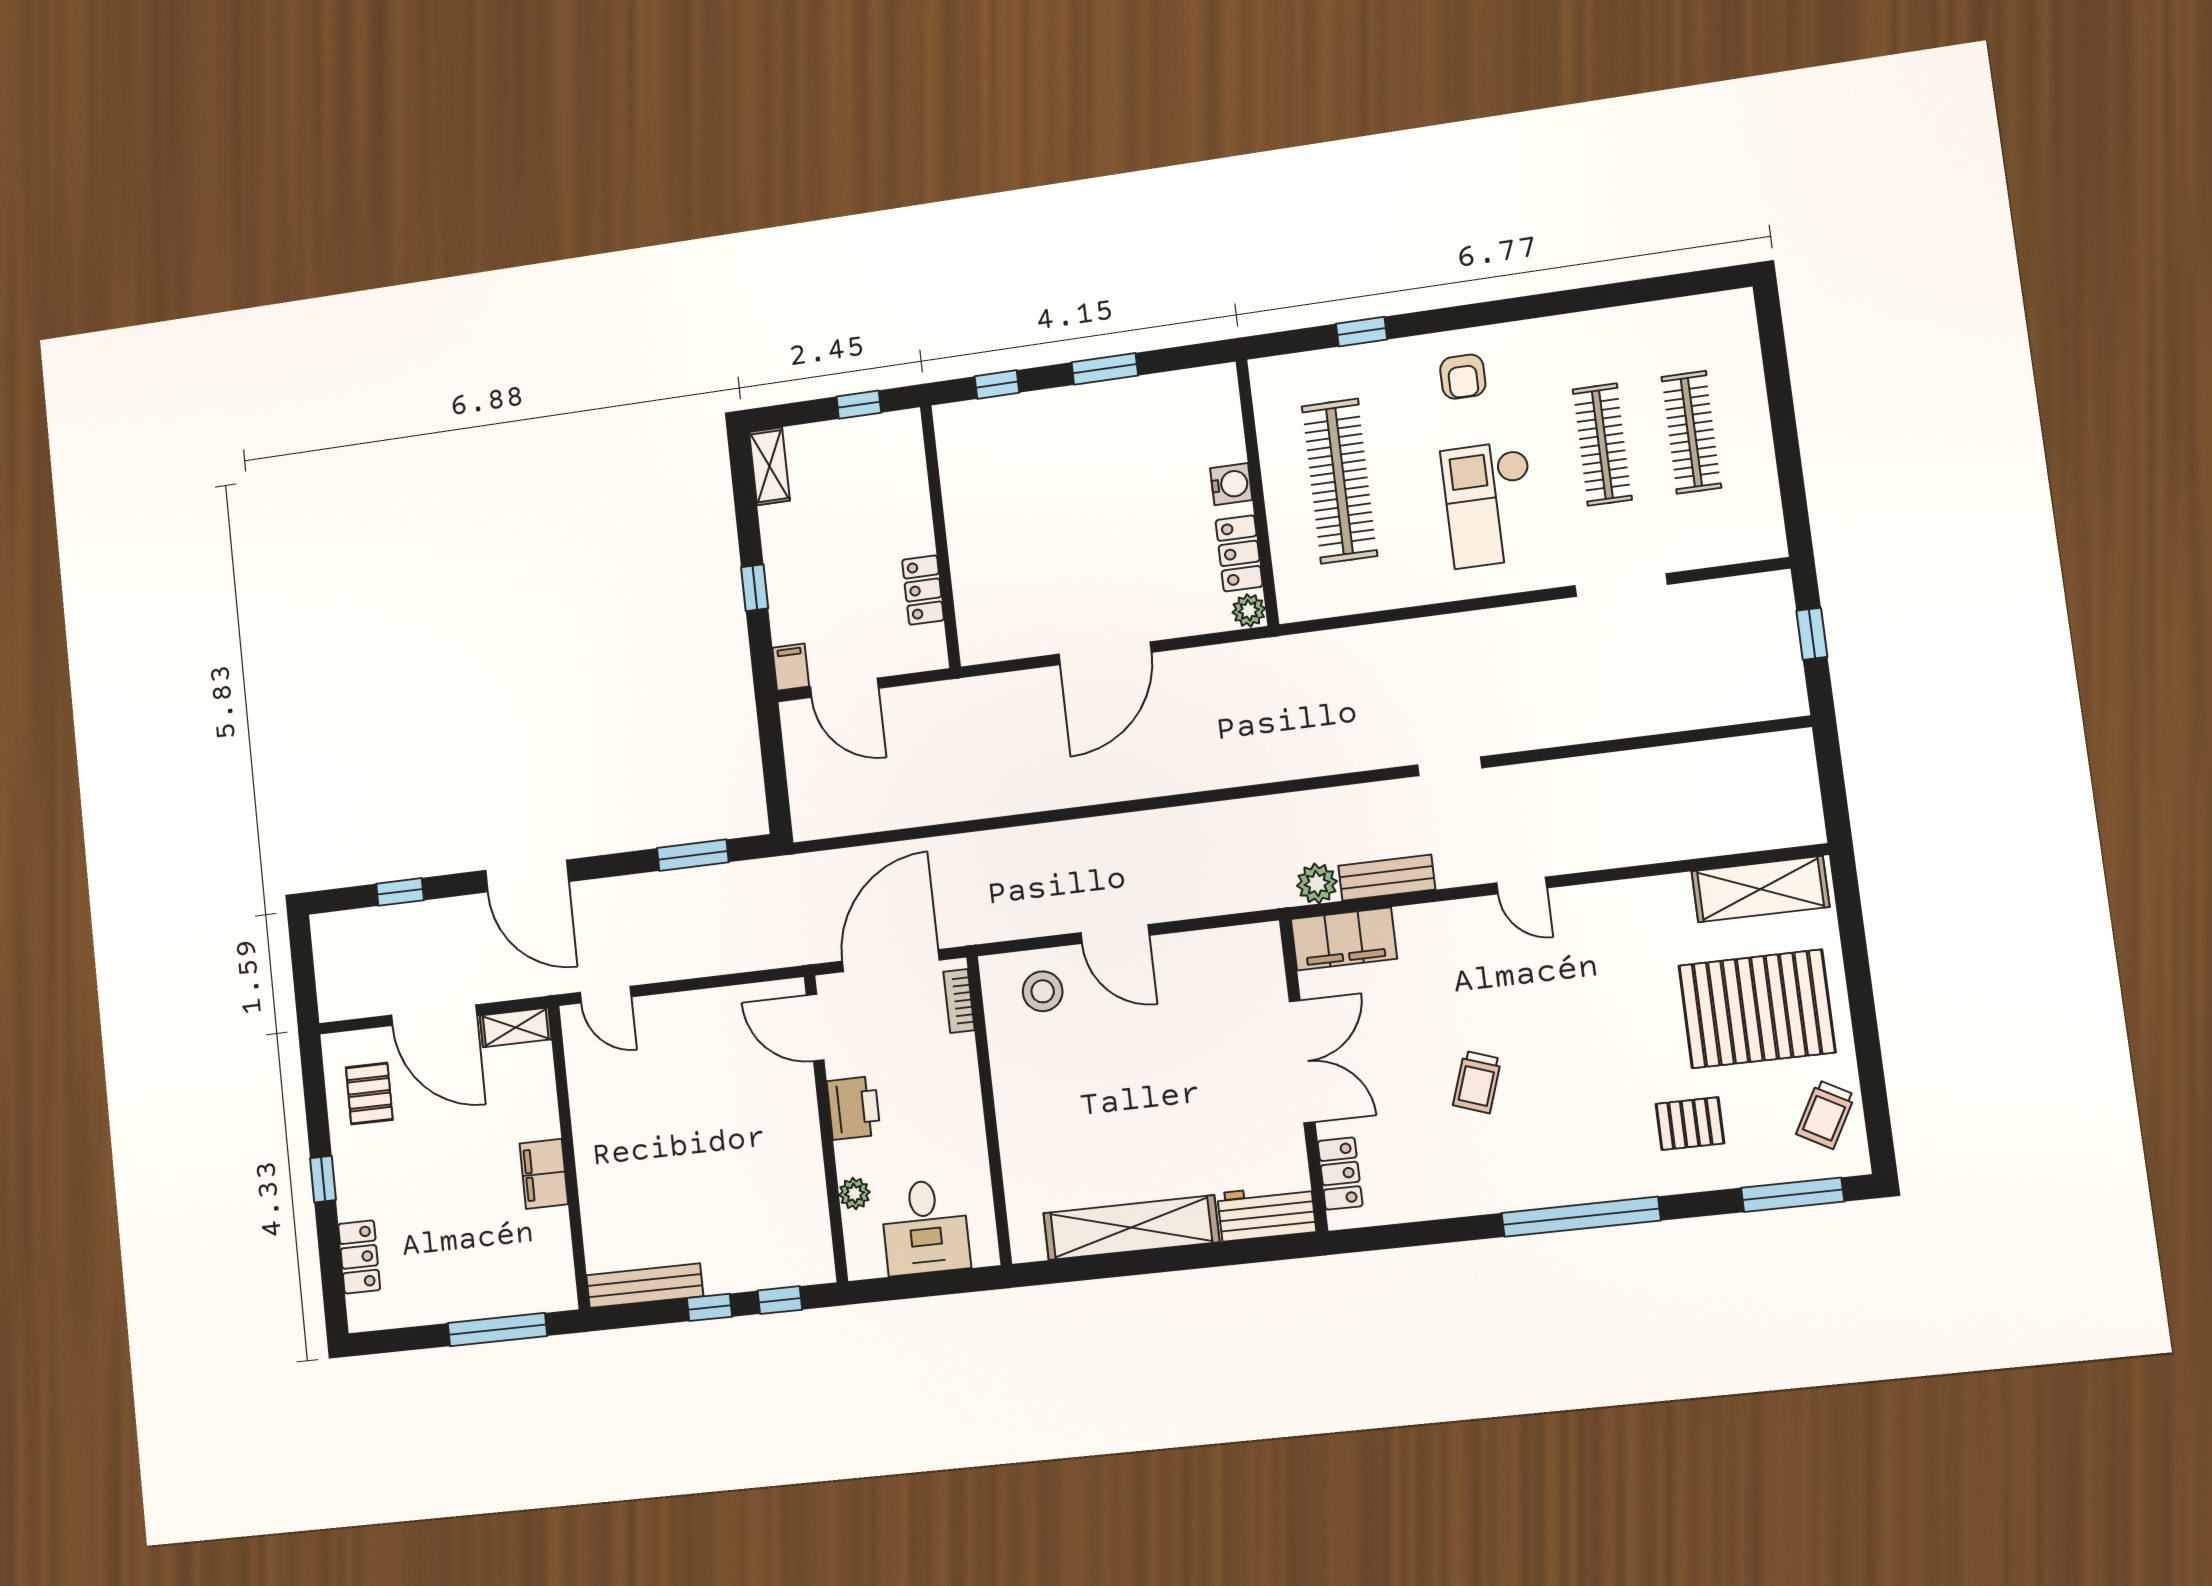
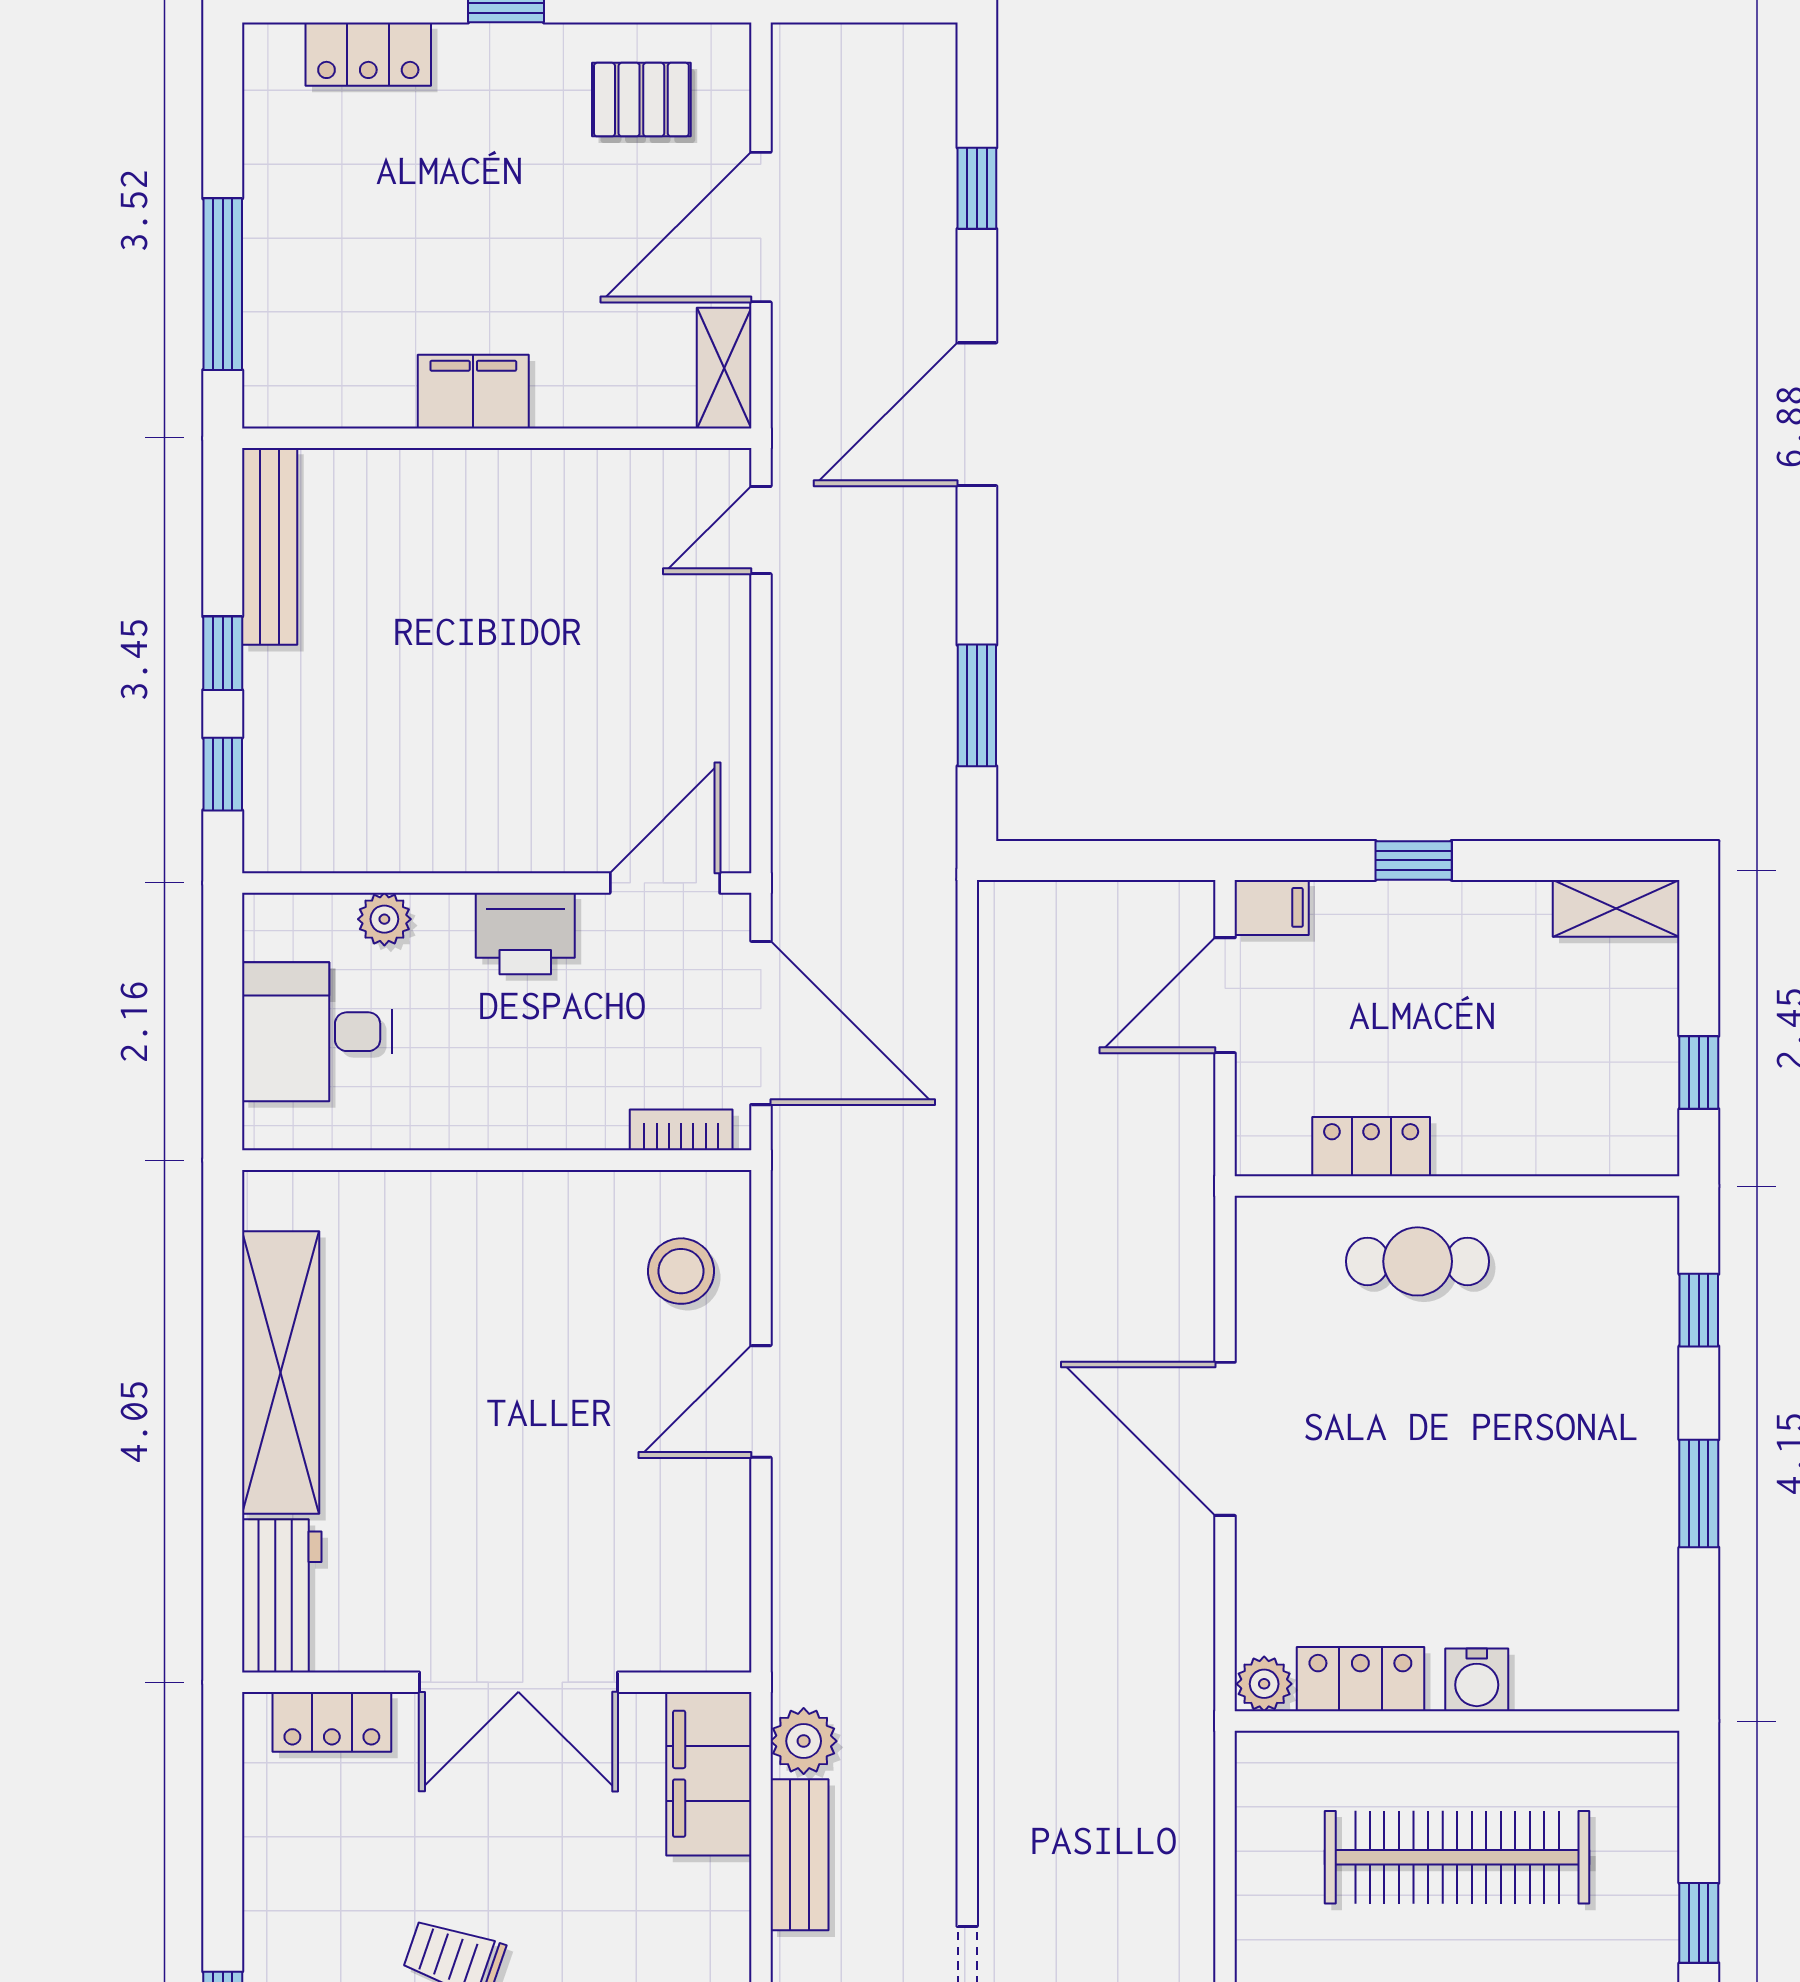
cafe table: (987, 553) -> (1418, 1261), added

